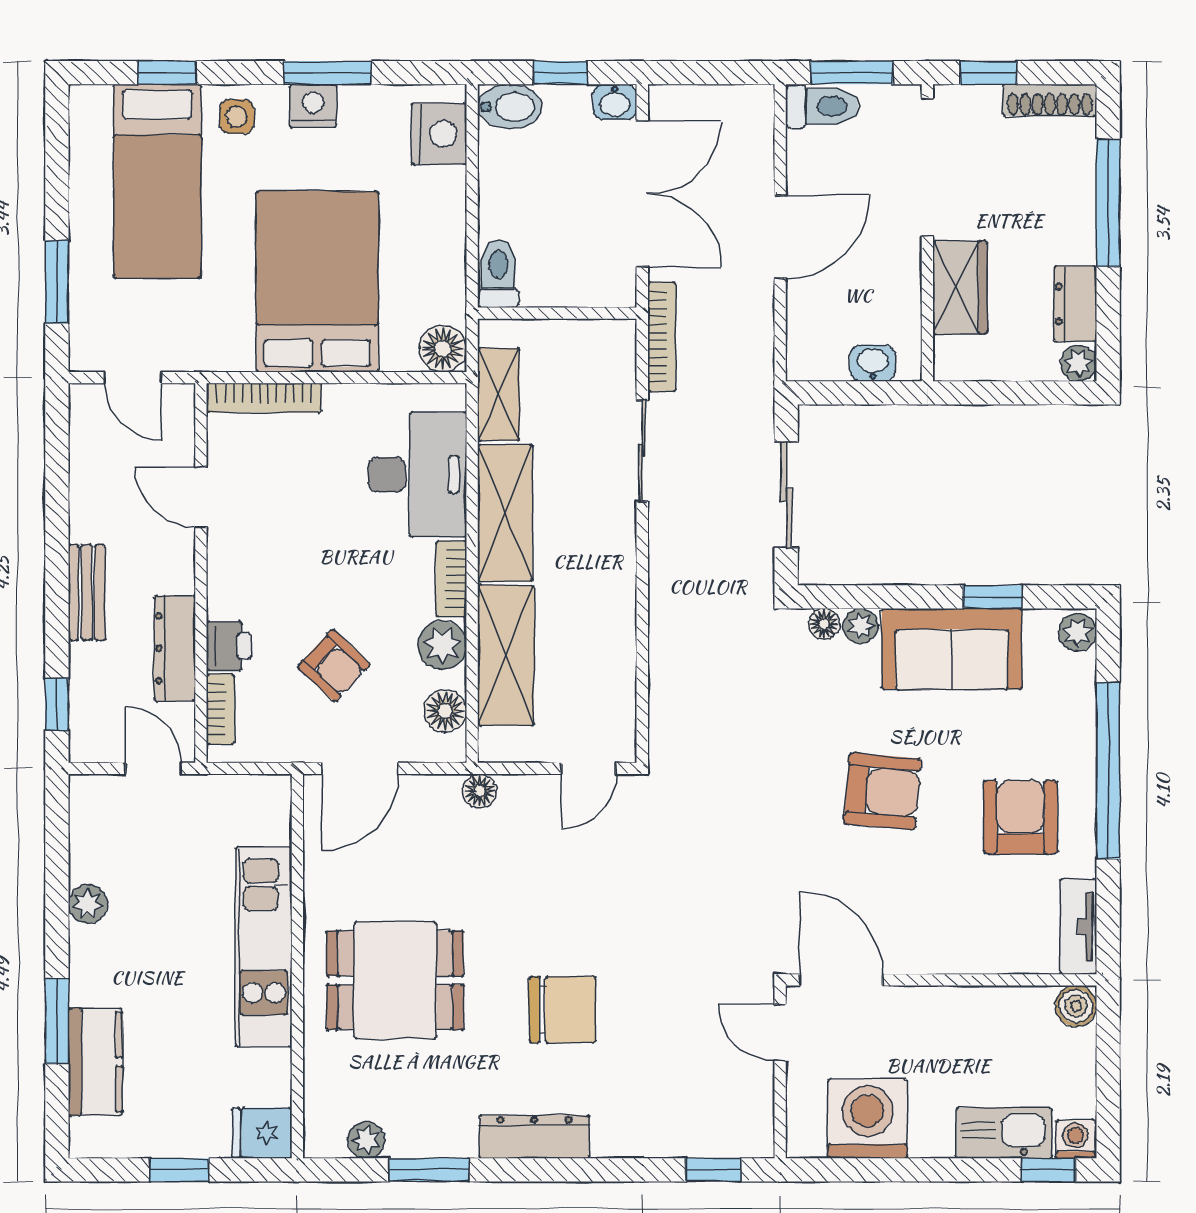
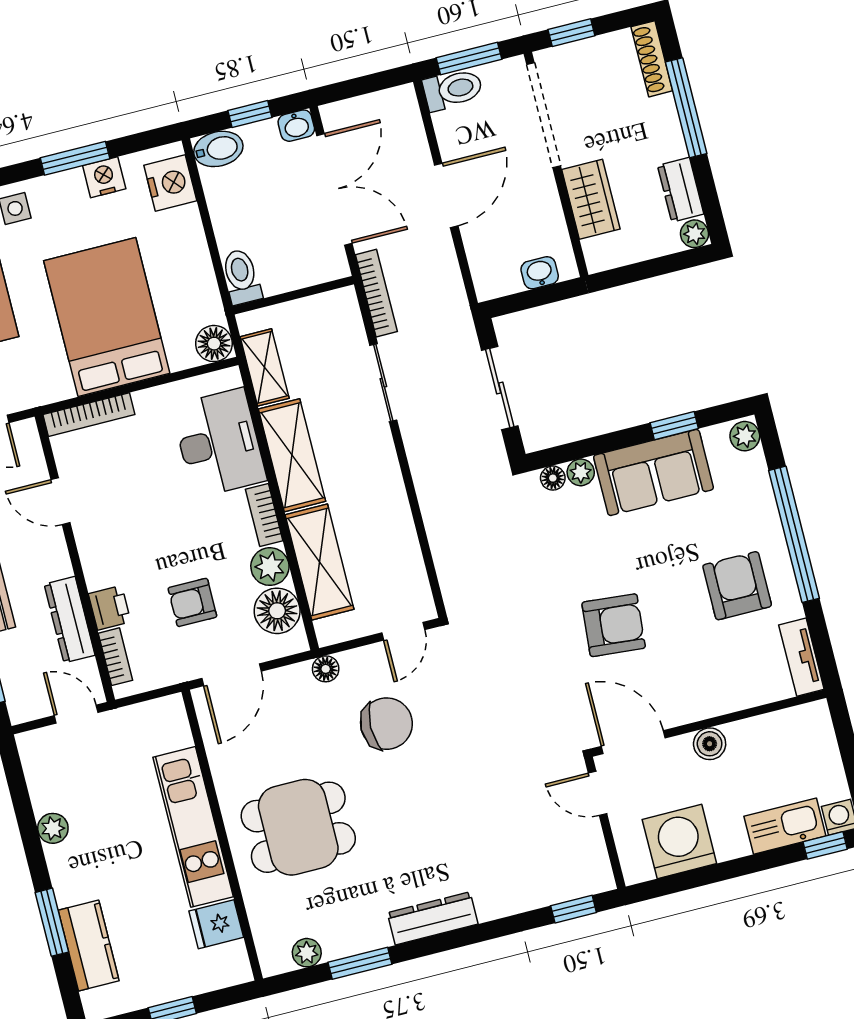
shoe rack: (1050, 100) -> (652, 59), moved, turned 90
nightstand: (313, 106) -> (104, 177), moved
armchair: (334, 666) -> (192, 602), turned 137
floor lamp: (445, 711) -> (277, 611), width x1.38, depth x1.38
armchair: (882, 791) -> (614, 625), moved
boiler: (1076, 1006) -> (710, 744), moved
chair: (562, 1010) -> (386, 724), moved
fridge: (262, 1133) -> (216, 924), moved

